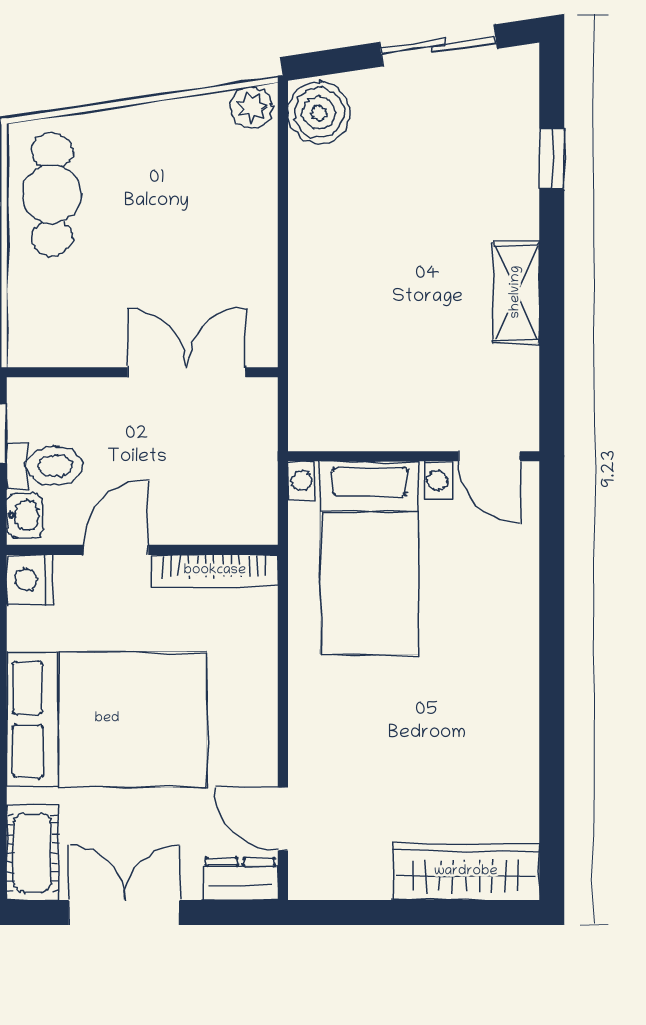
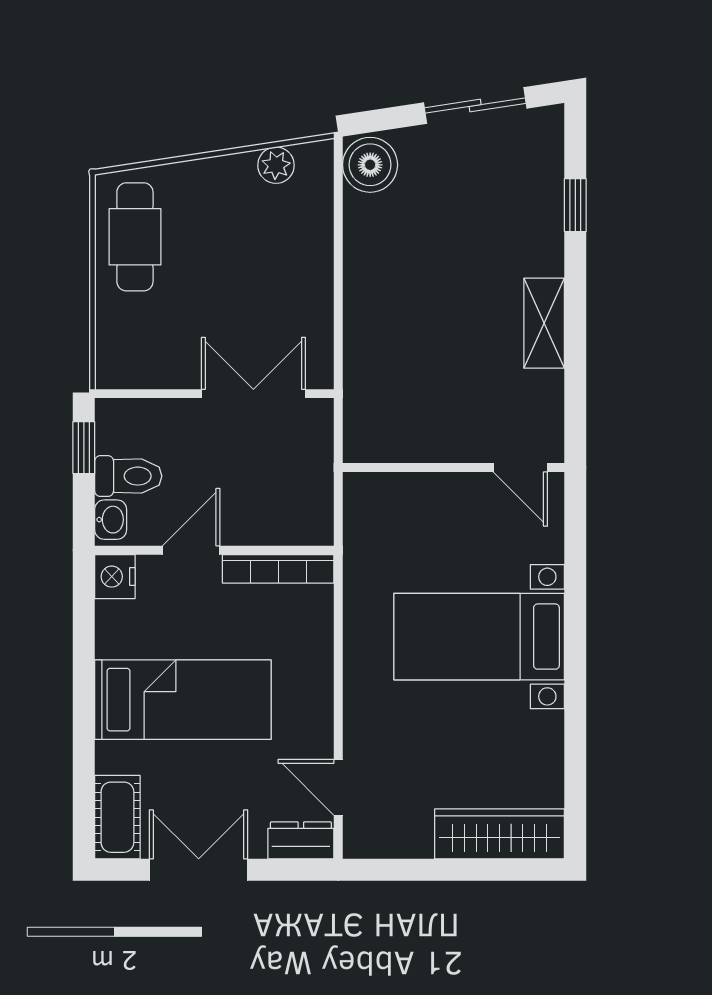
plant: (252, 107) -> (276, 165), moved
bed with nightstands: (370, 558) -> (479, 637), moved, turned 90
bed: (107, 719) -> (183, 700), width x0.67

